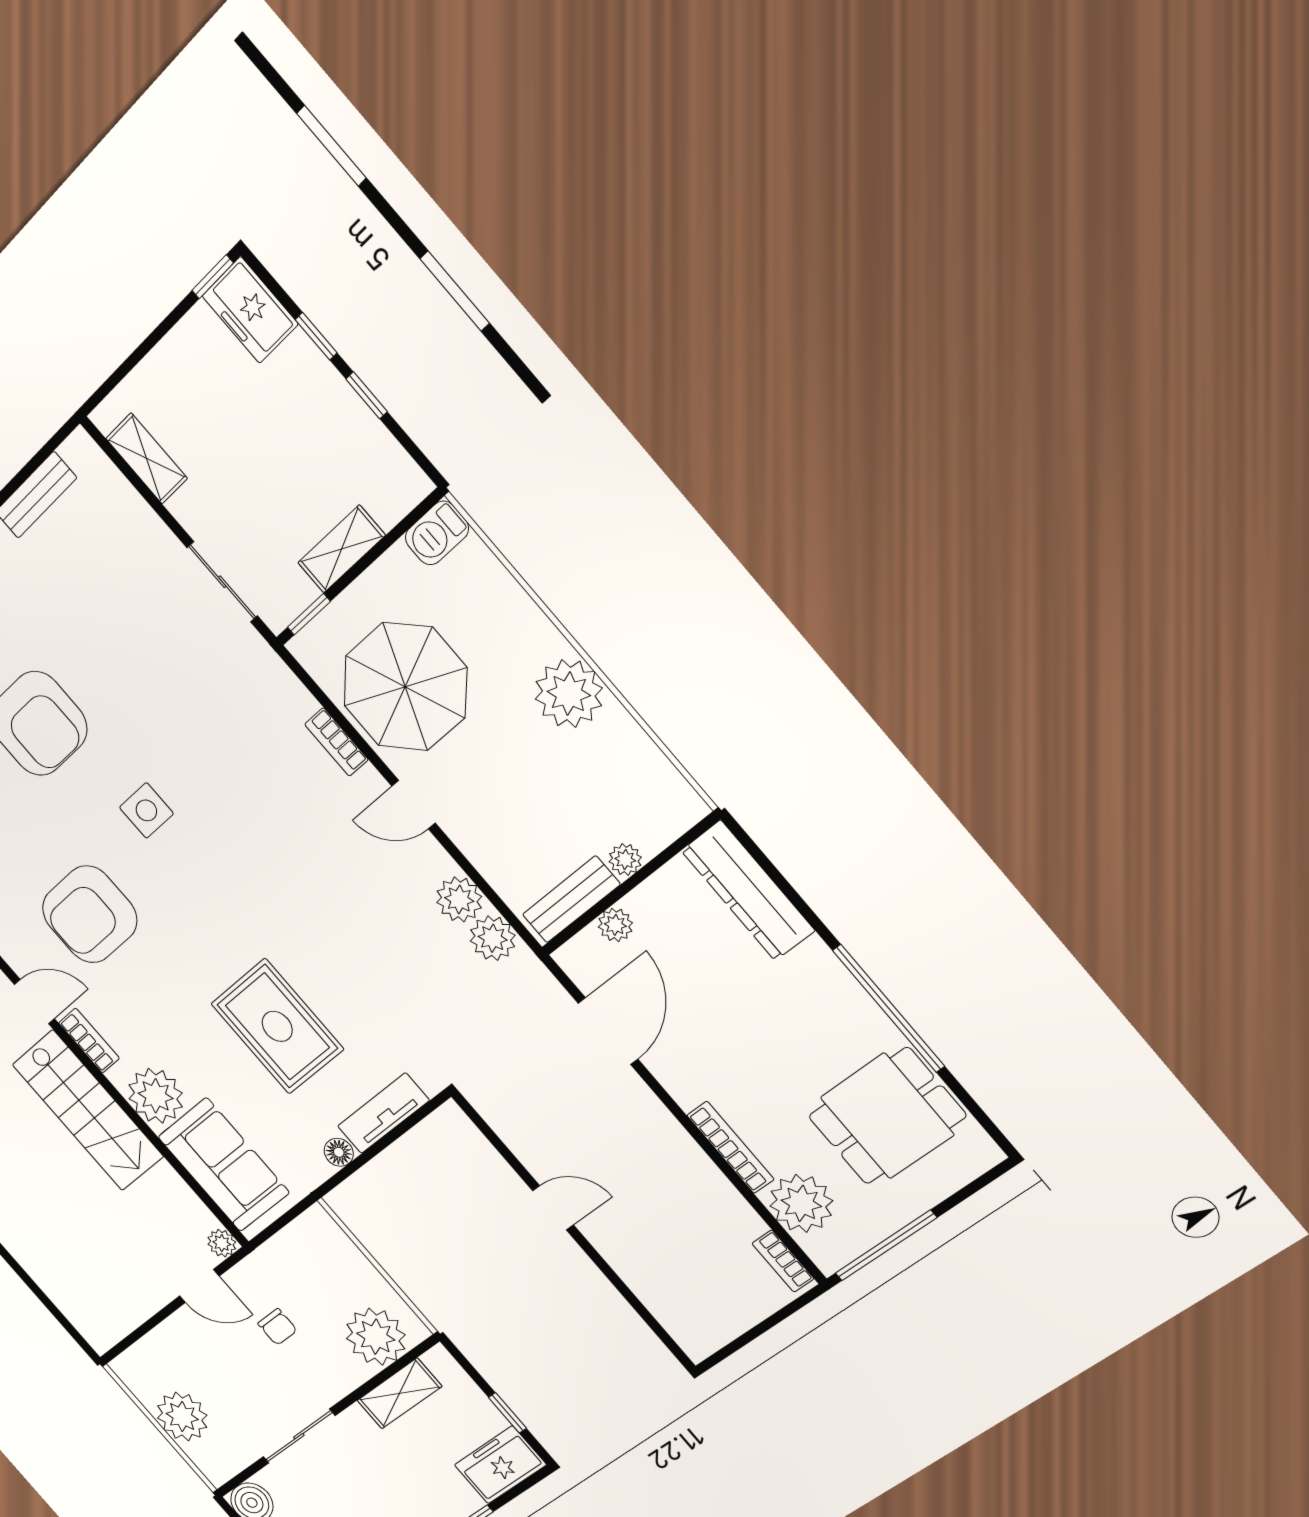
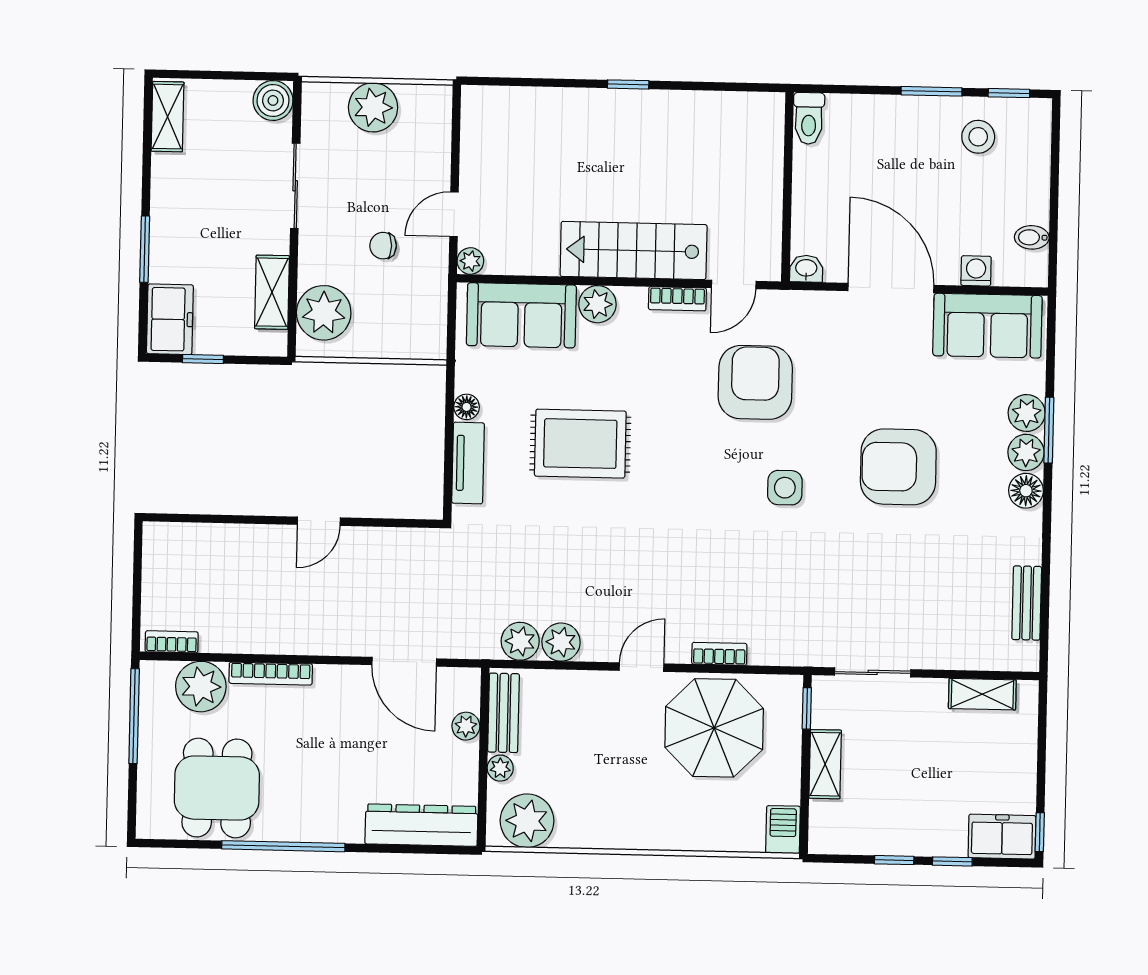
plant: (569, 694) -> (527, 821), moved
plant: (156, 1096) -> (597, 304), width x0.73, depth x0.73

